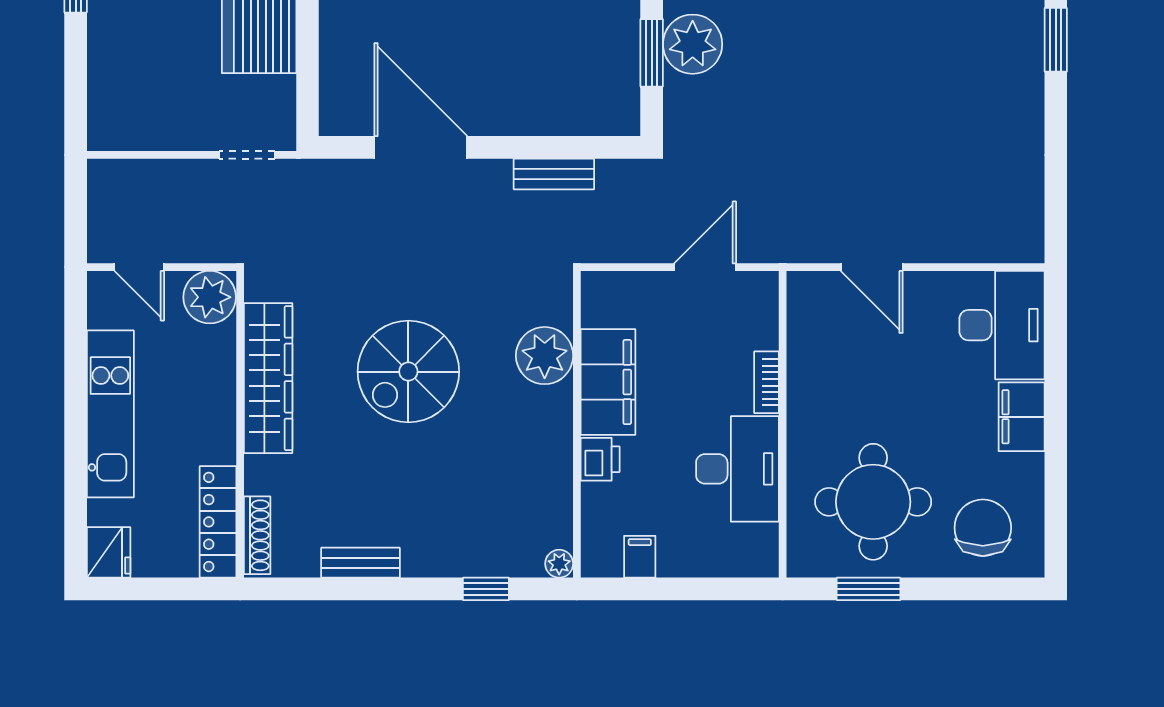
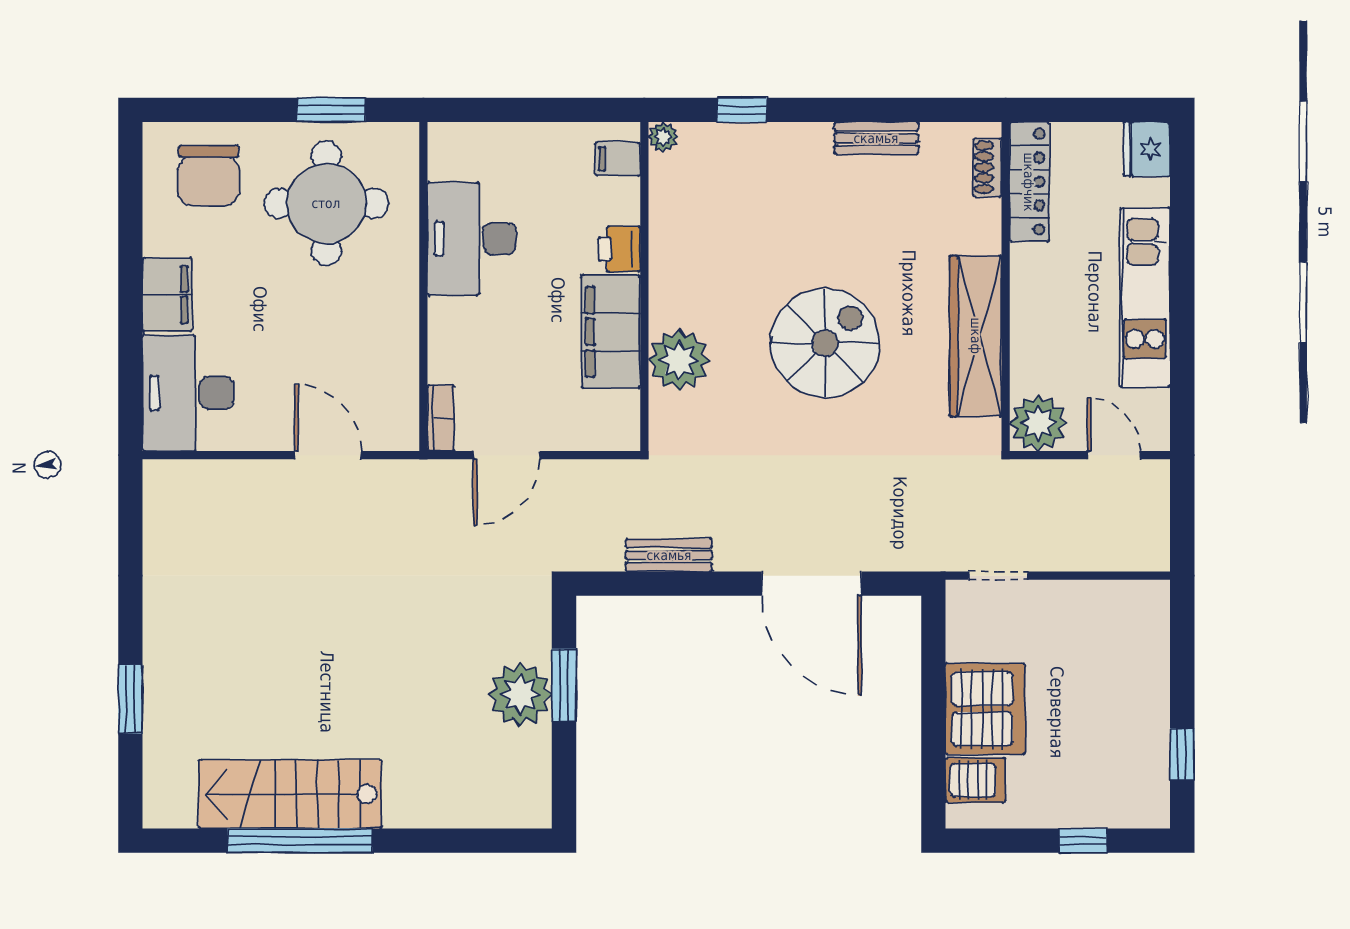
bookcase: (767, 382) -> (441, 418), moved
shoe rack: (257, 535) -> (987, 167), width x0.70
filing cabinet: (640, 557) -> (618, 159), moved, turned 90

